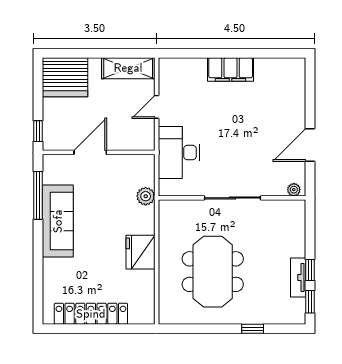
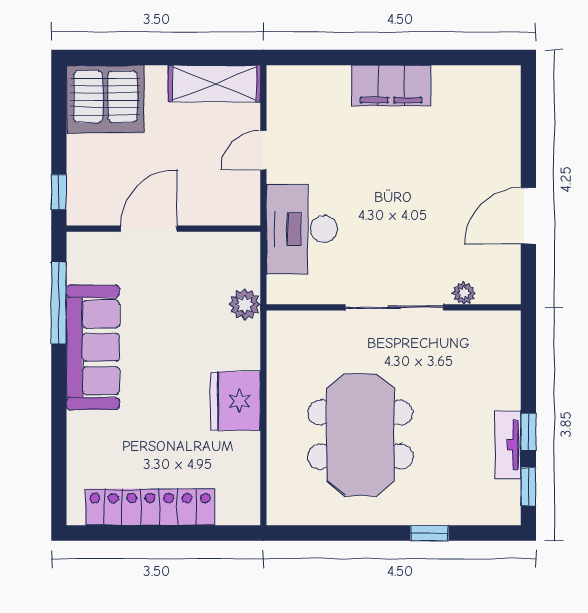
plant: (294, 190) -> (464, 293), moved

